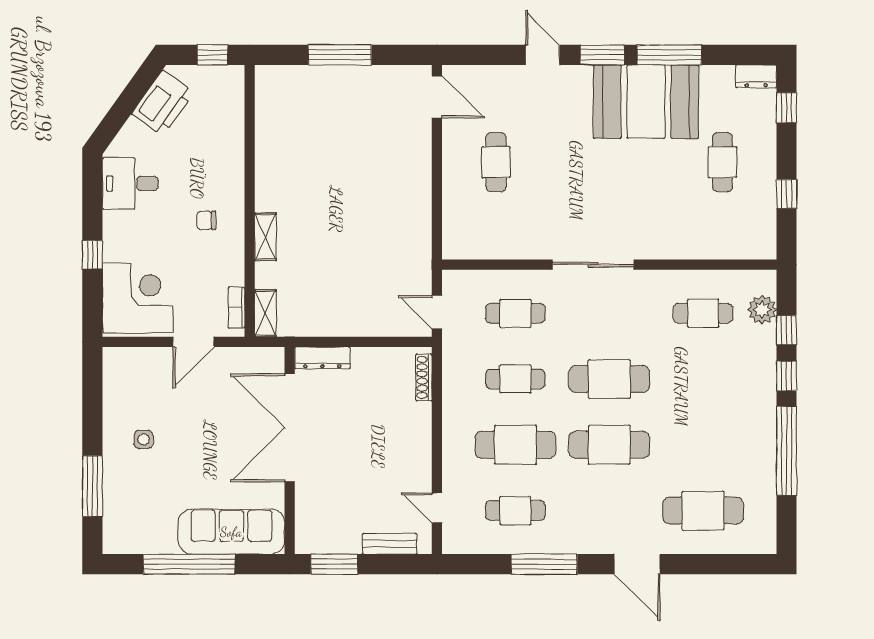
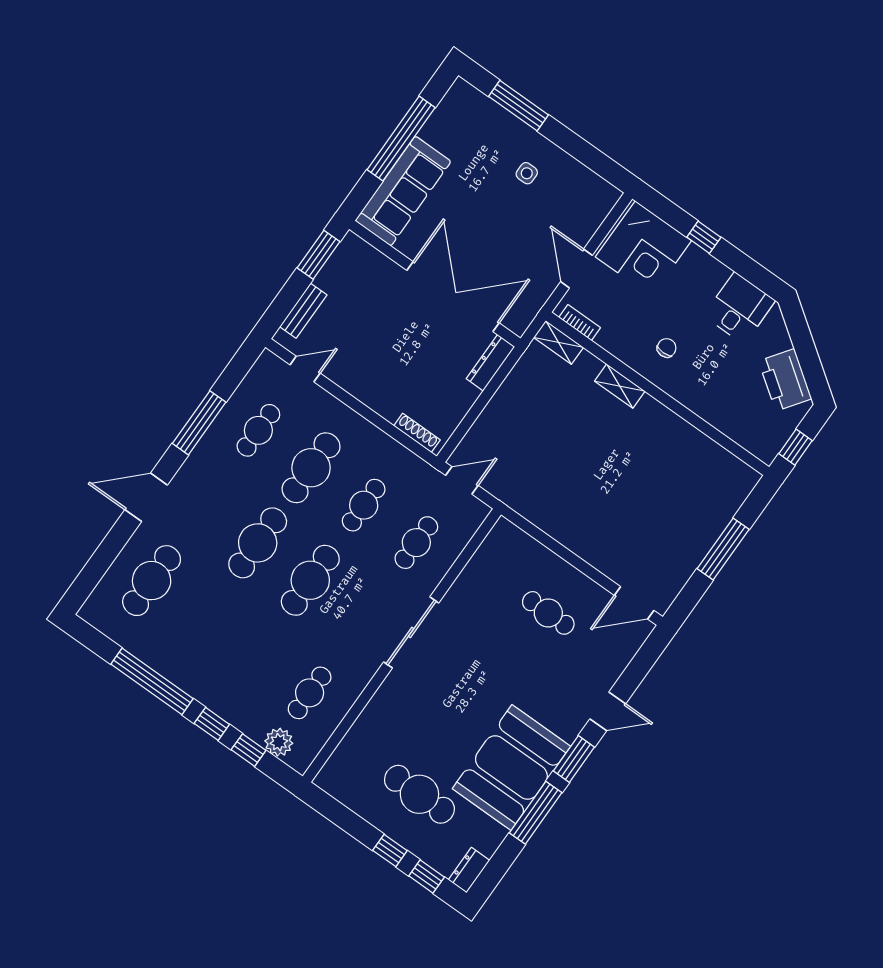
cafe table: (722, 162) -> (419, 794), width x1.37, depth x1.35
window: (786, 194) -> (390, 851), moved

